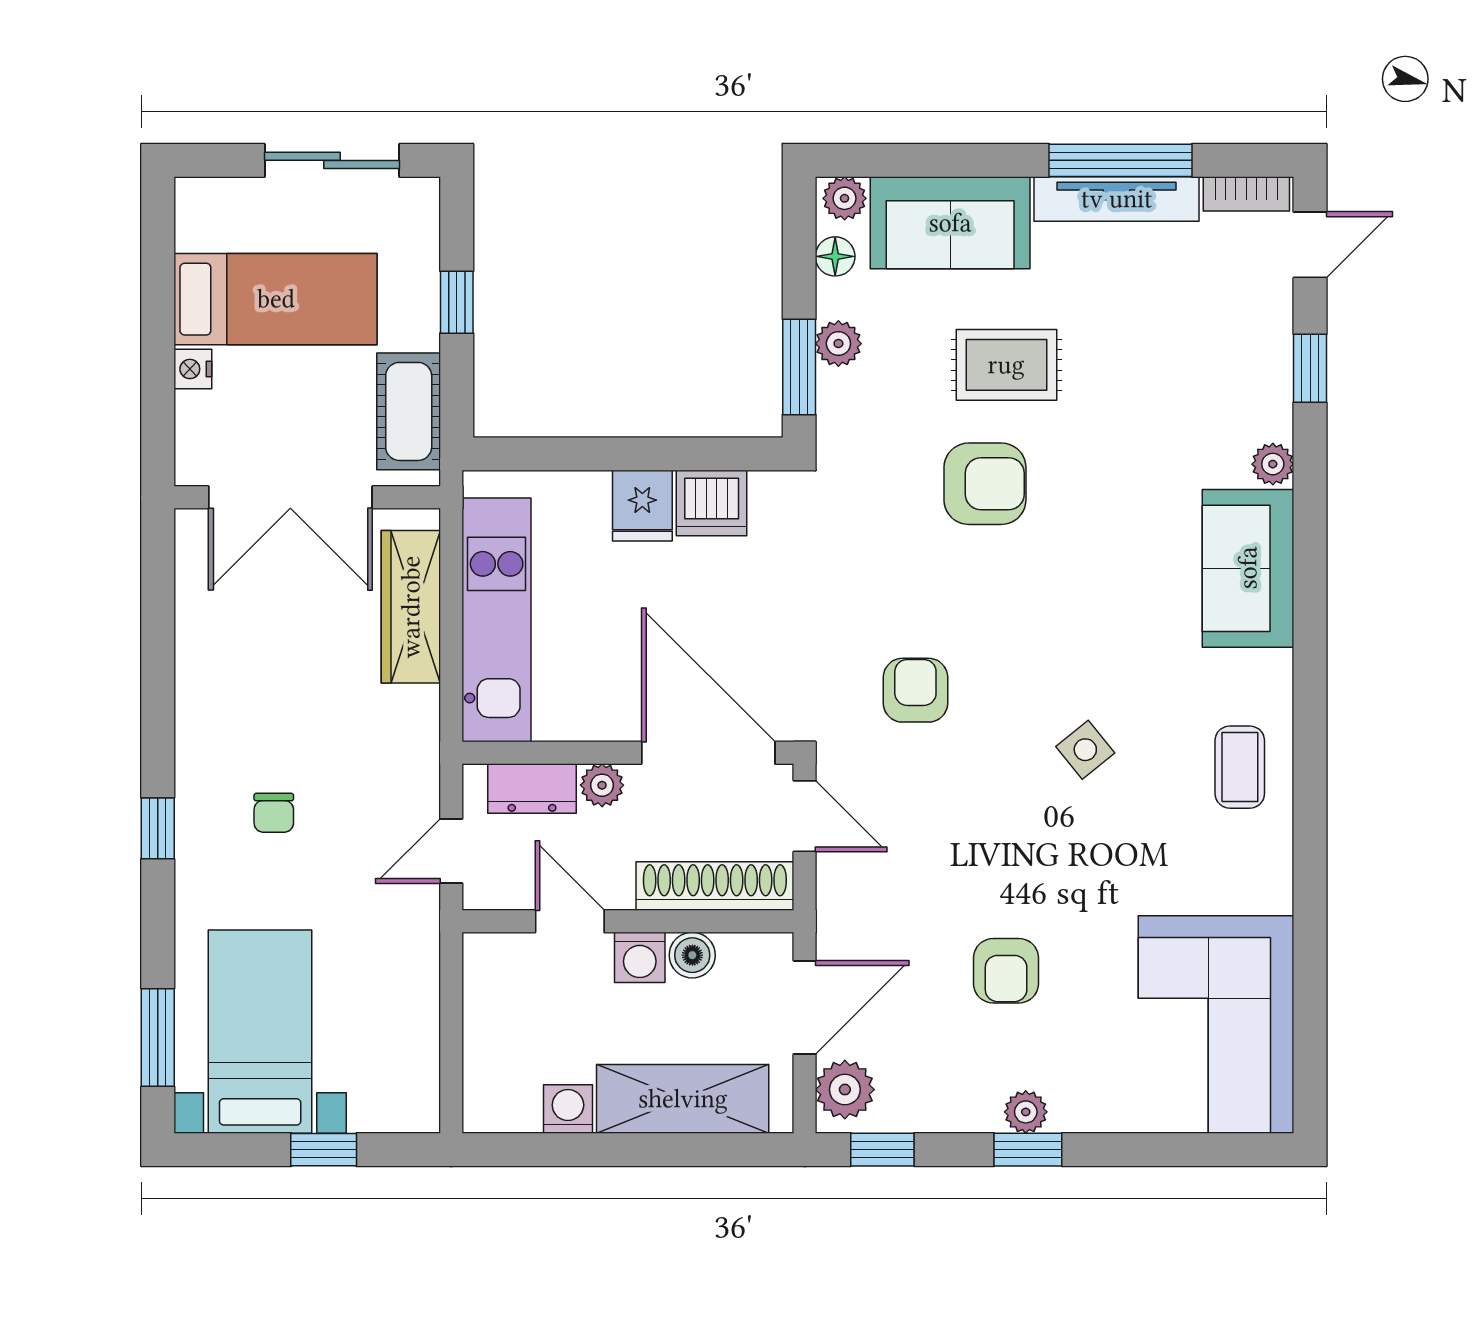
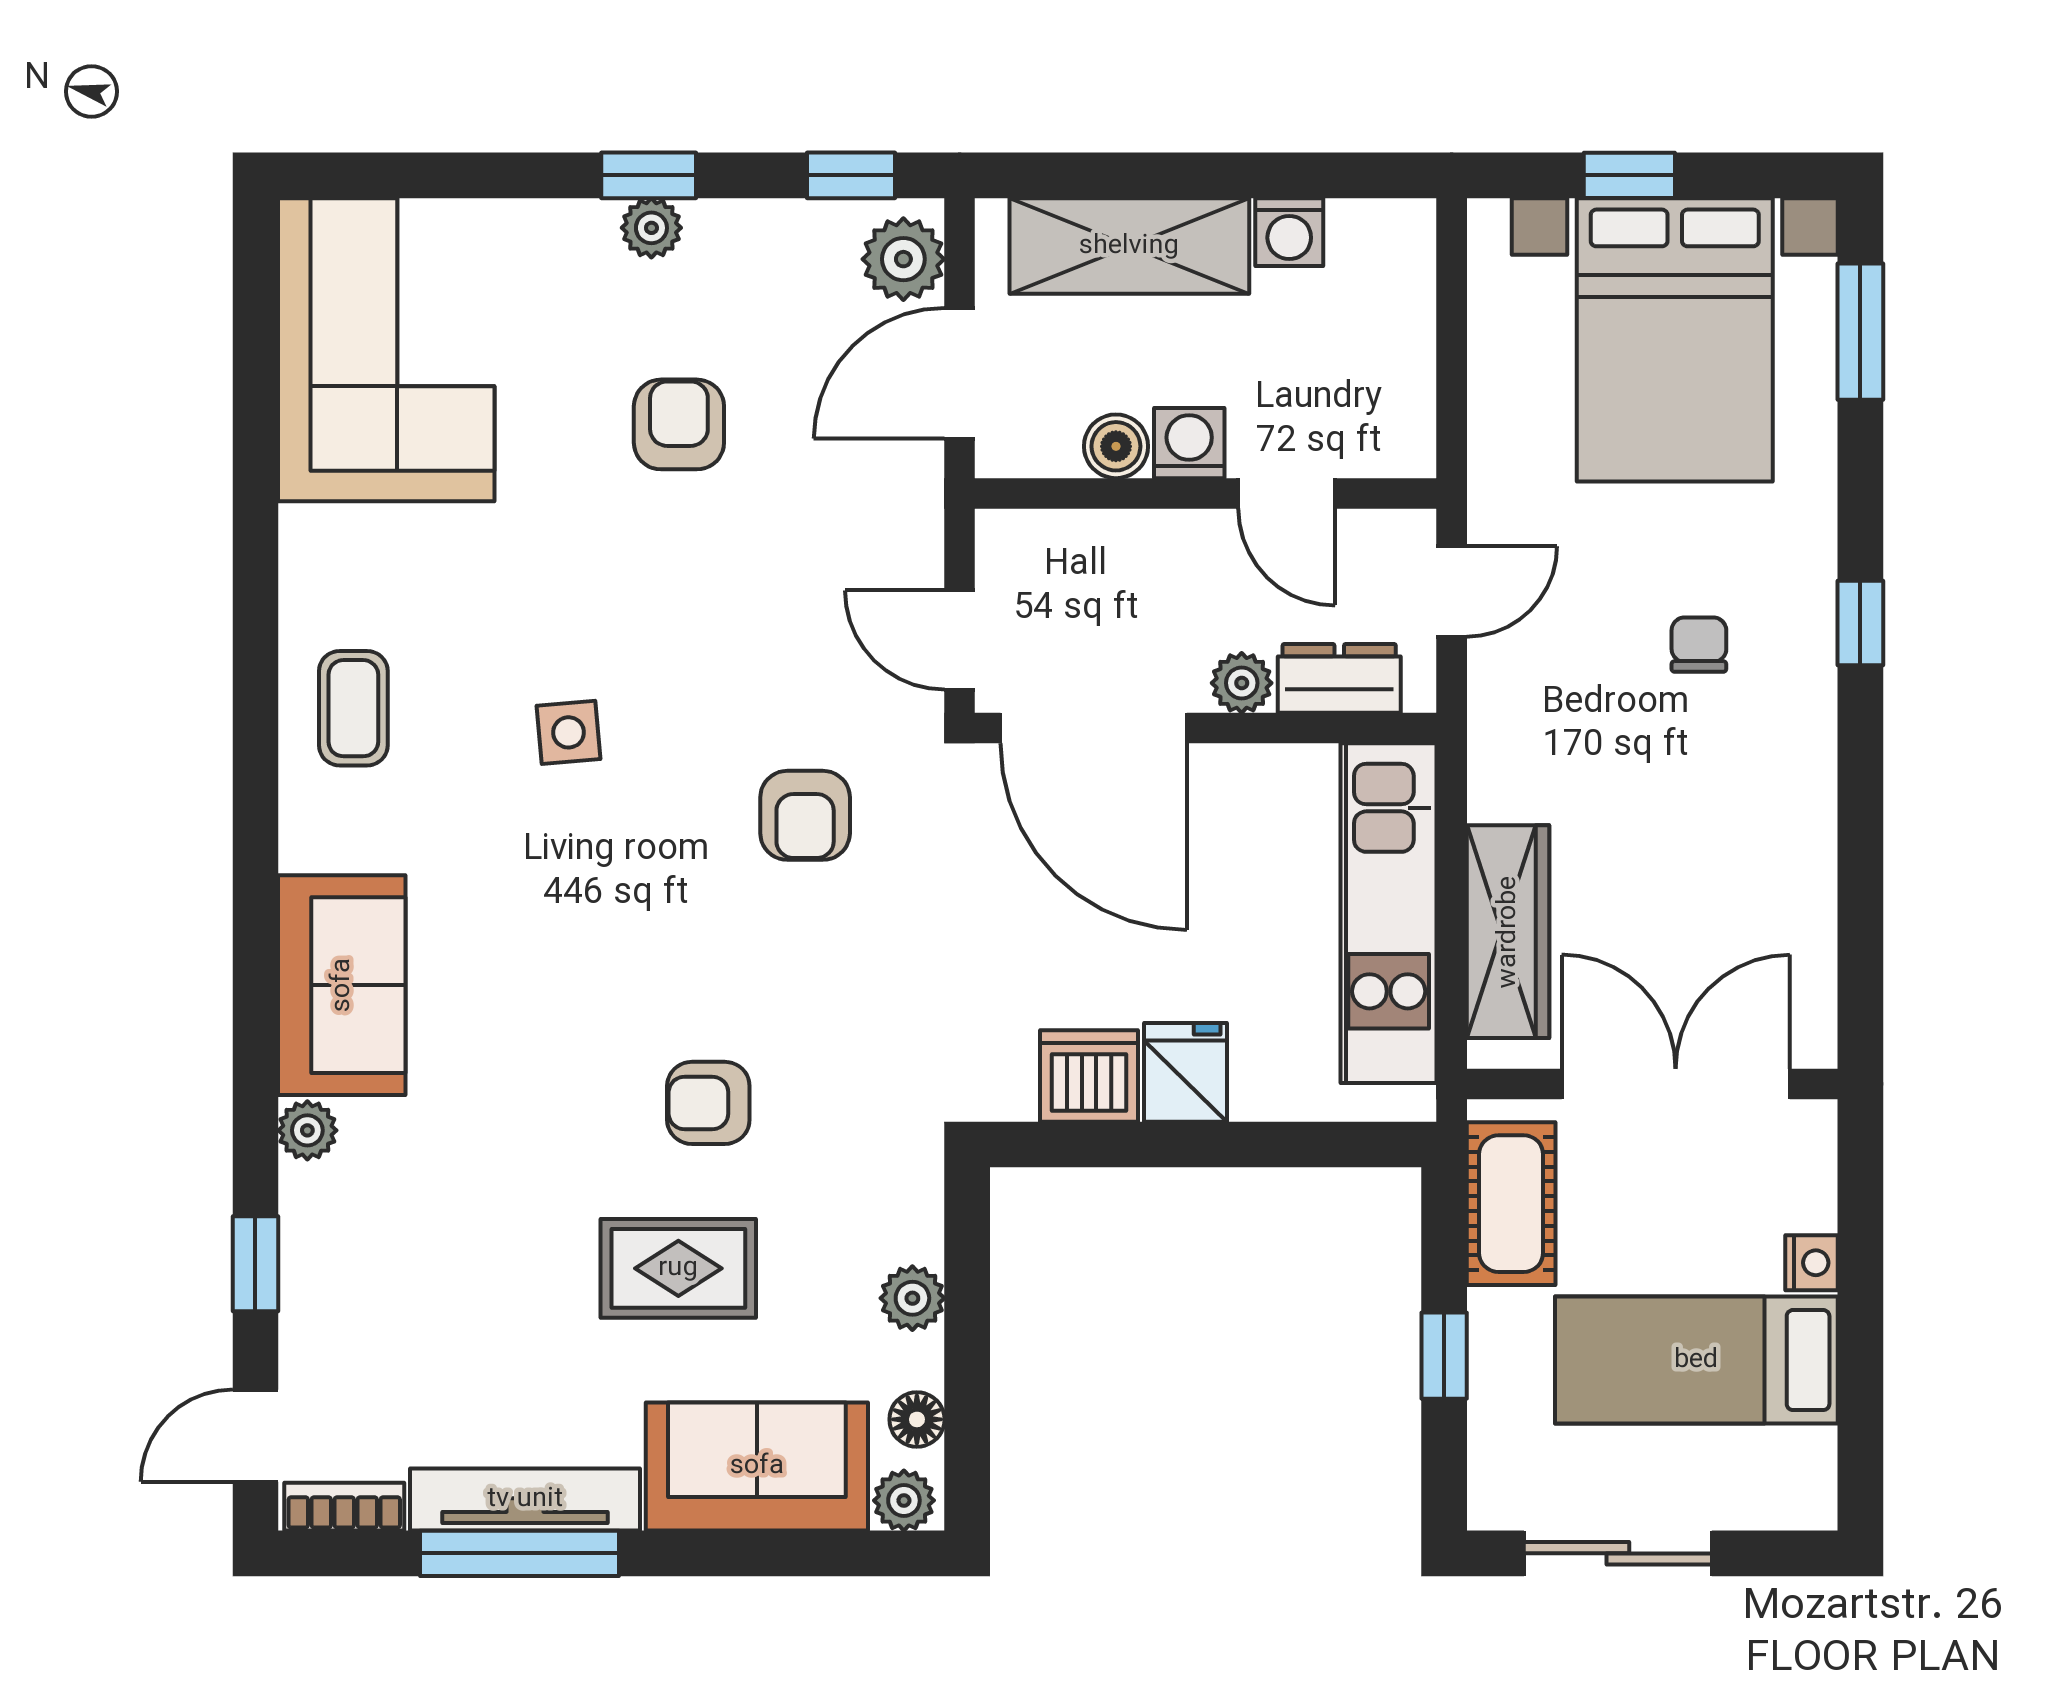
window: (799, 367) -> (967, 1266), removed
armchair: (985, 484) -> (708, 1103), width x0.72, depth x0.72
side table: (1085, 750) -> (569, 732), turned 34
shoe rack: (715, 886) -> (1084, 542), removed
bed with nightstands: (260, 1032) -> (1675, 340), width x1.36

